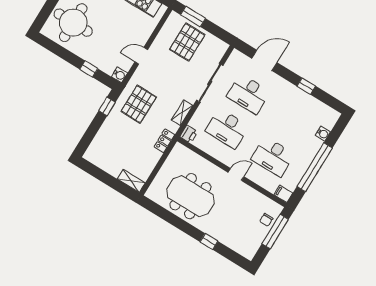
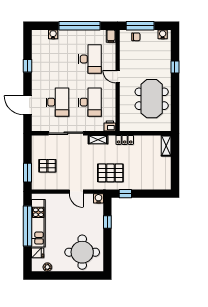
pallet: (187, 42) -> (47, 166), width x0.67, depth x0.71
water cooler: (251, 250) -> (163, 34), added

